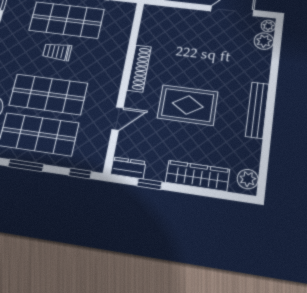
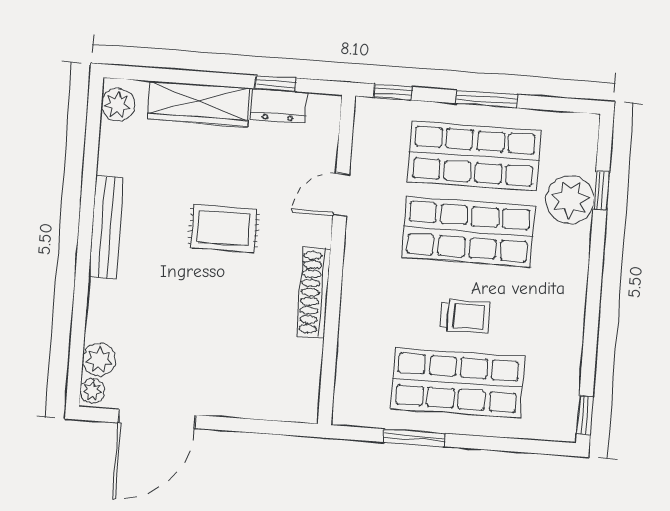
rug: (188, 105) -> (224, 228), width x0.73, depth x0.70
dresser: (128, 168) -> (279, 106), moved

